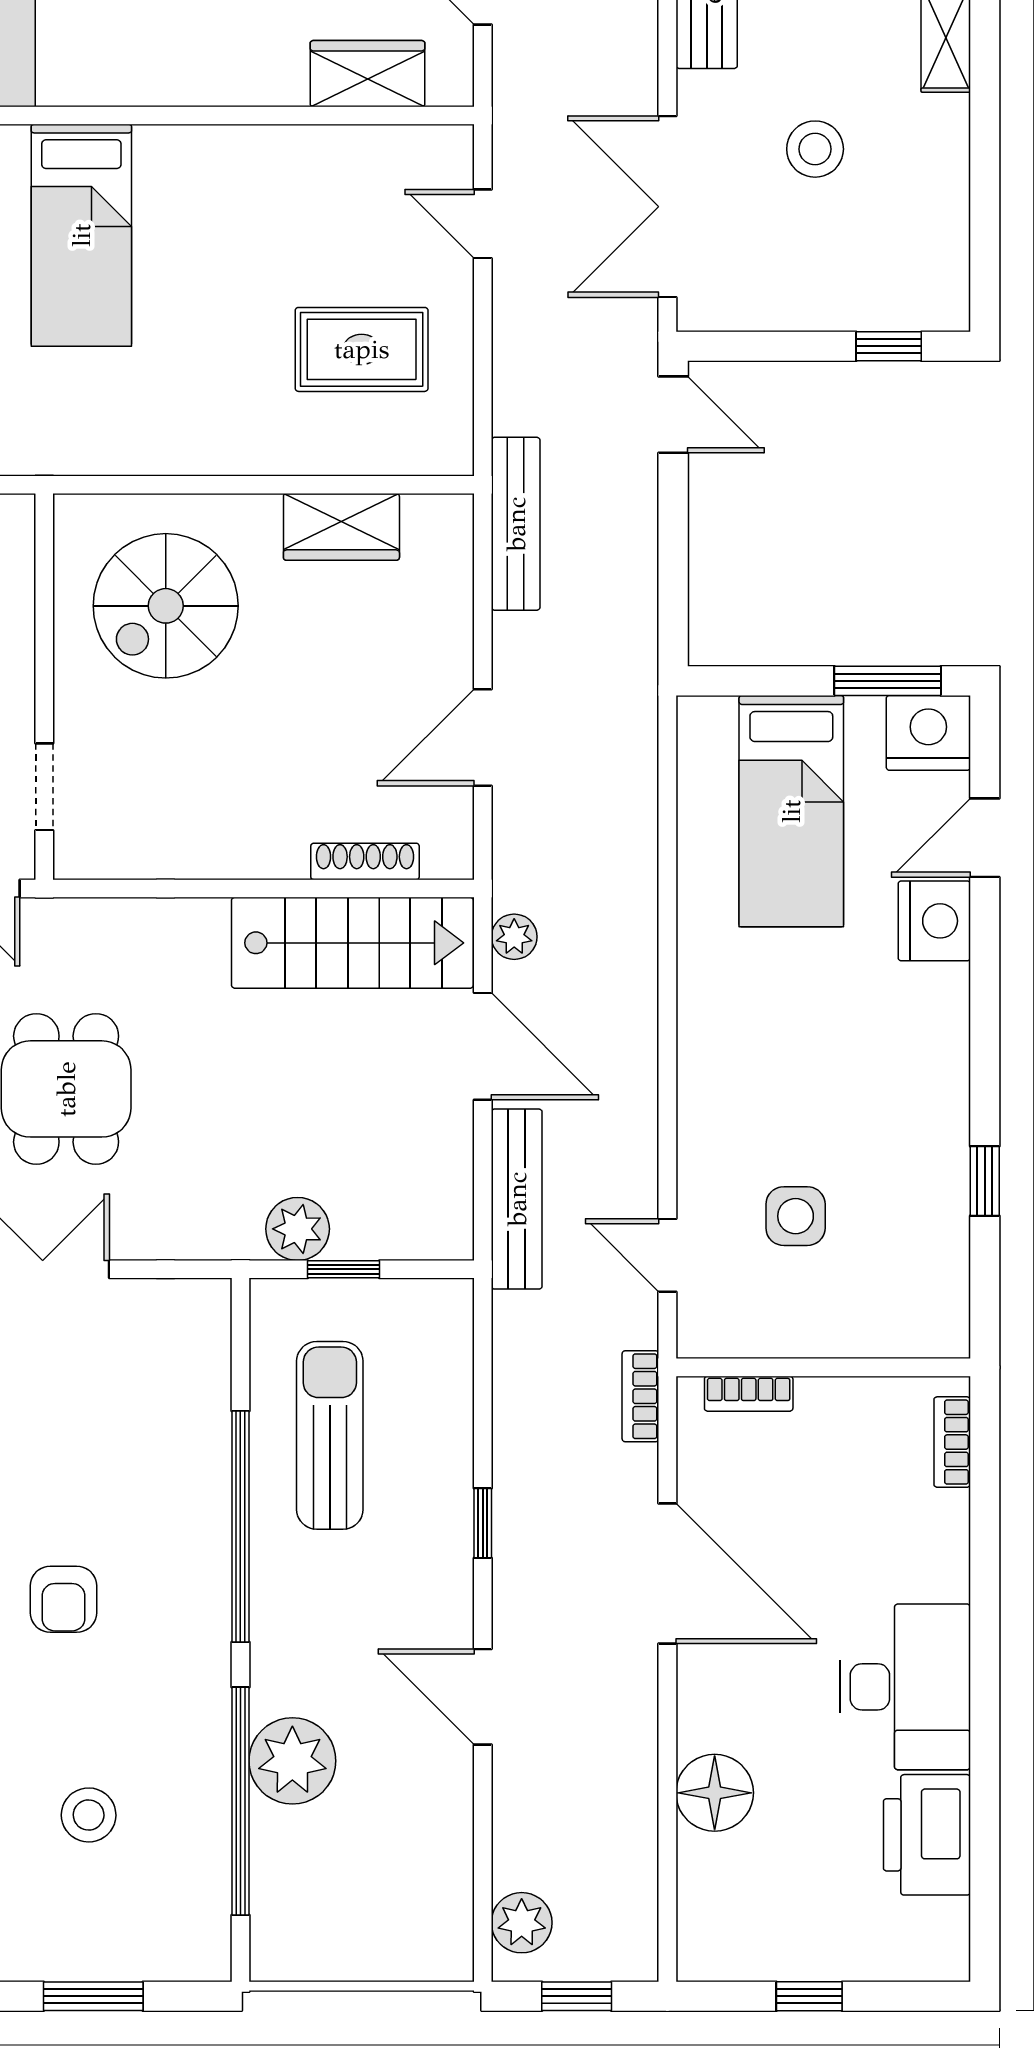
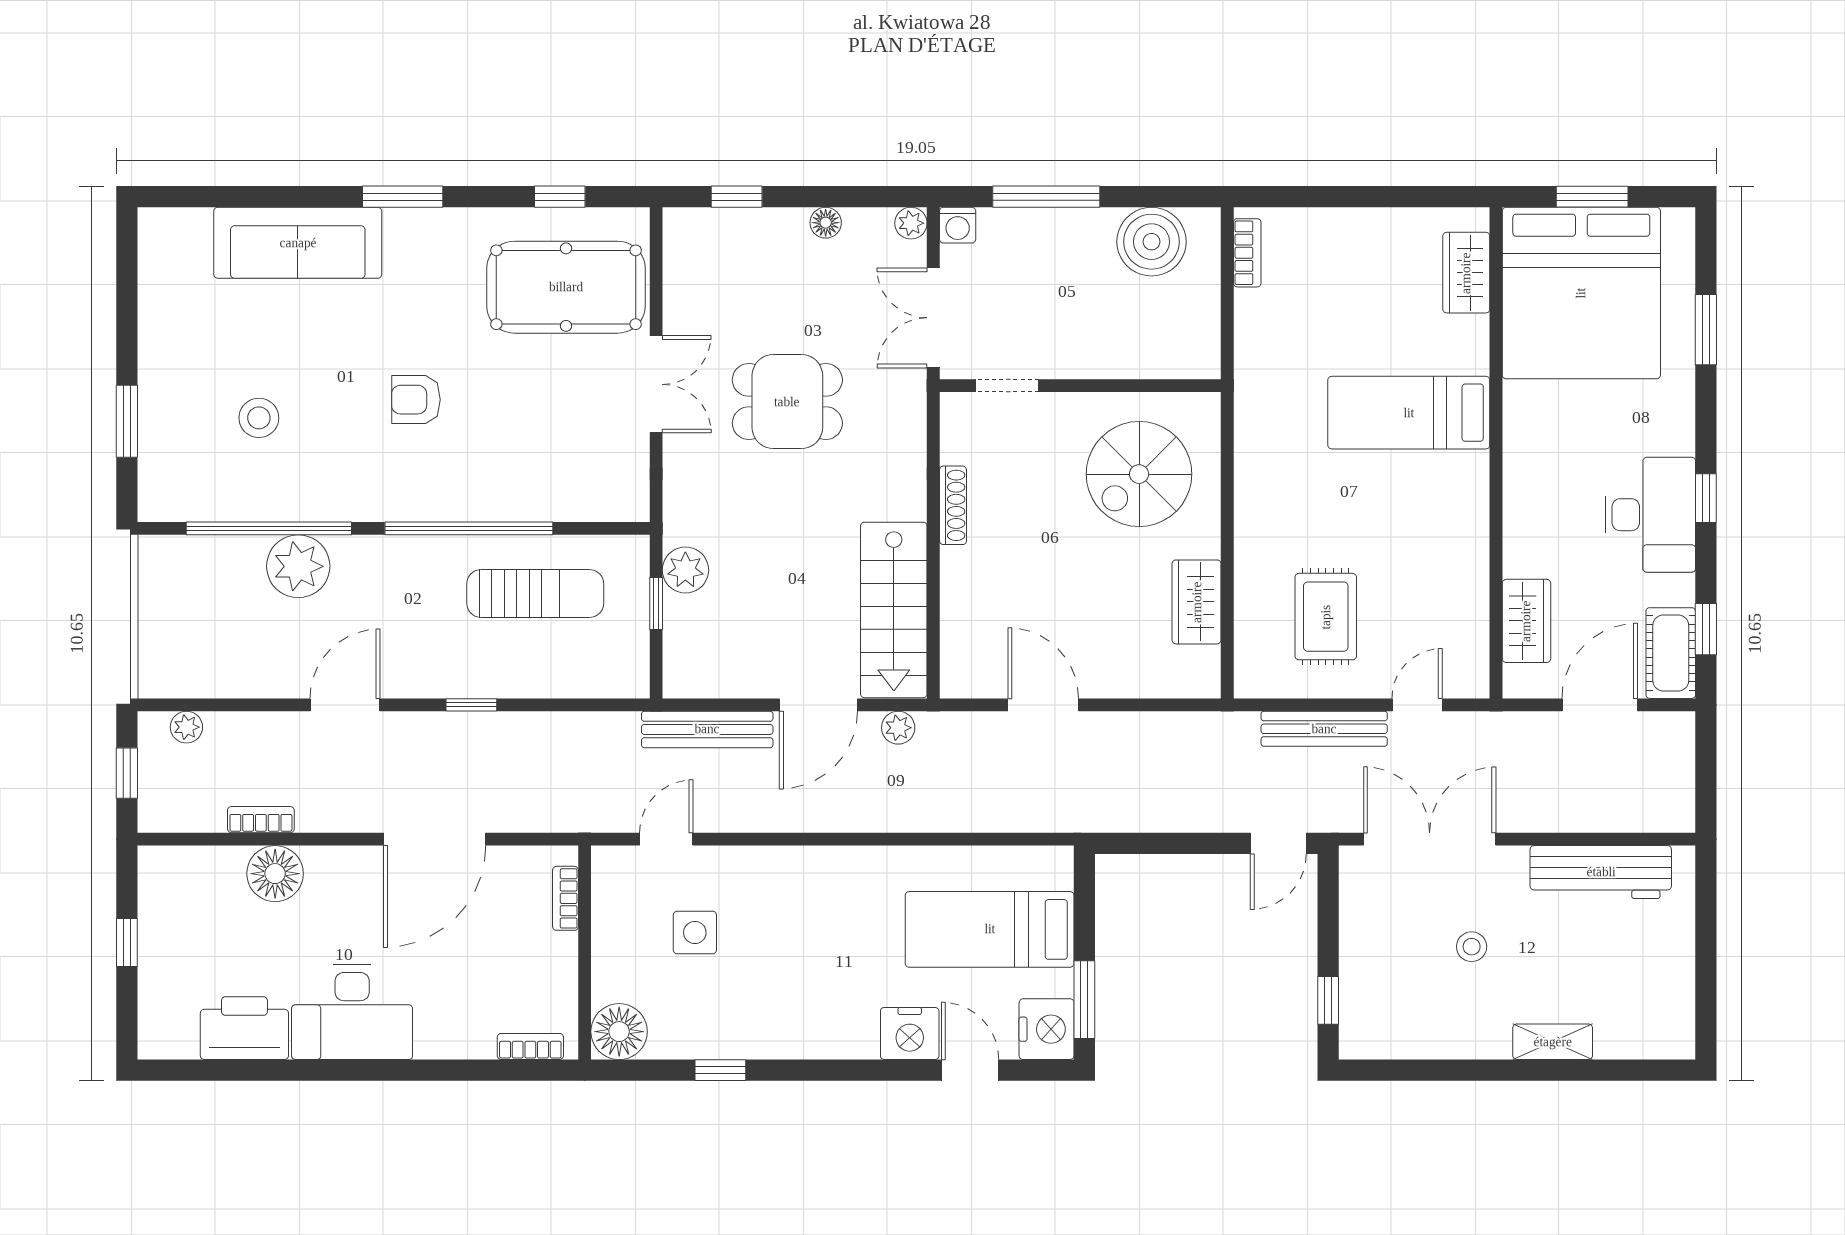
stool: (815, 149) -> (1472, 947), width x0.73, depth x0.73
bench: (516, 524) -> (1324, 729), moved
spiral stairs: (166, 606) -> (1139, 474), turned -90
shoe rack: (365, 861) -> (953, 505), moved
floor lamp: (932, 1320) -> (619, 1032), added
bookcase: (640, 1396) -> (261, 820), moved
plant: (522, 1923) -> (186, 727), width x0.73, depth x0.73

